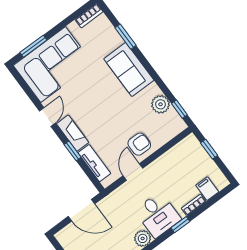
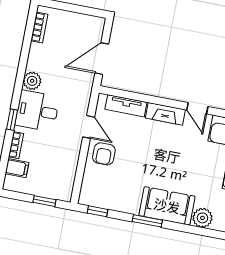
window: (125, 37) -> (147, 221), moved
plant: (161, 104) -> (202, 218), moved
window: (73, 151) -> (152, 100), removed

